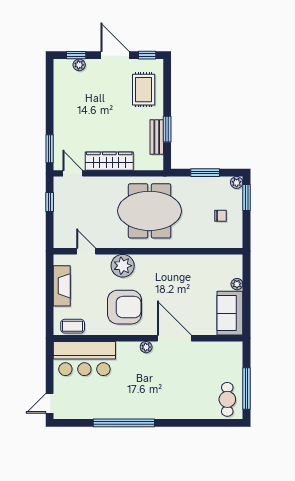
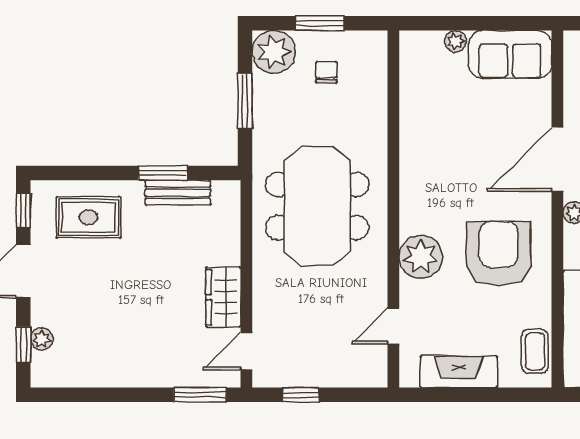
wardrobe: (109, 161) -> (223, 297), width x0.67
plant: (237, 182) -> (274, 52), width x1.88, depth x1.88
window: (246, 197) -> (320, 23), moved

